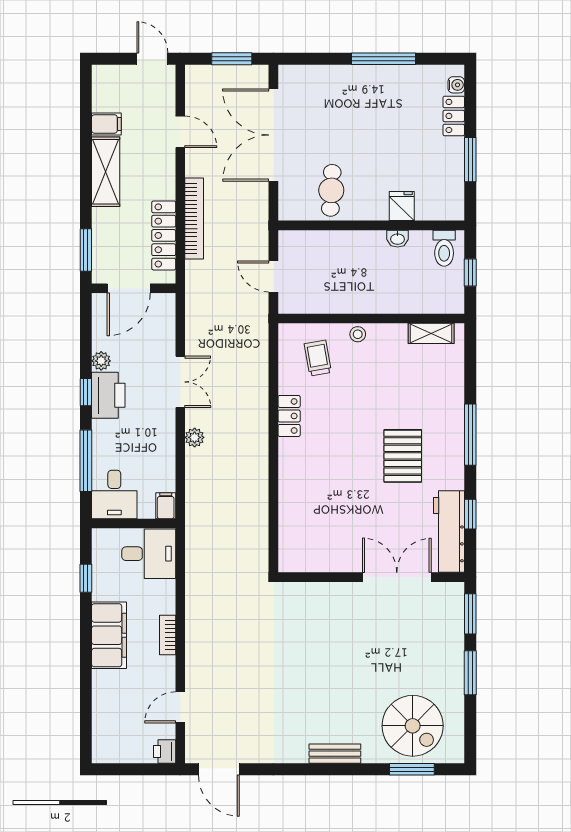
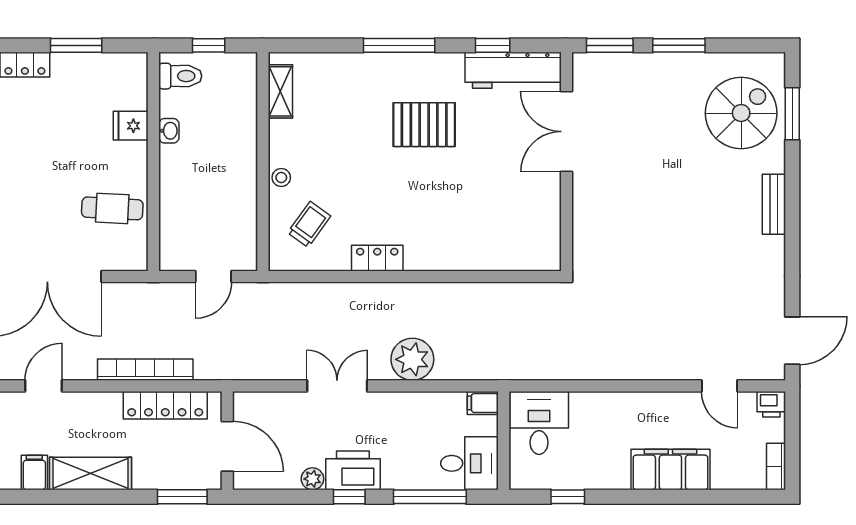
trolley: (318, 358) -> (309, 224), turned 136
plant: (195, 437) -> (412, 359), width x1.88, depth x1.88
filing cabinet: (109, 635) -> (670, 470), moved
bookcase: (168, 635) -> (776, 467), moved, turned 90

